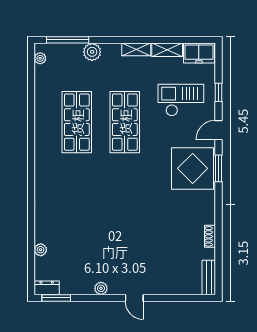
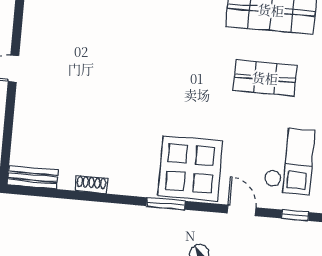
shop shelf: (125, 122) -> (265, 78), width x0.70, depth x0.74
window: (219, 168) -> (166, 203), moved
plant: (101, 288) -> (31, 23), removed

